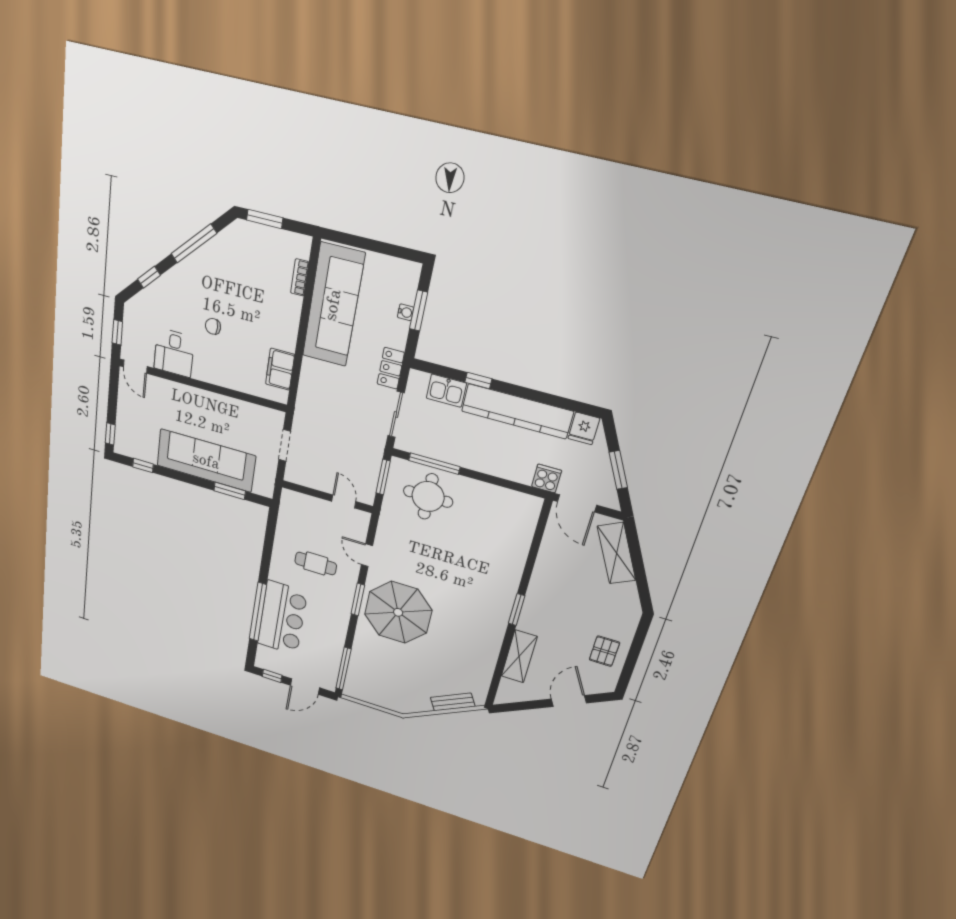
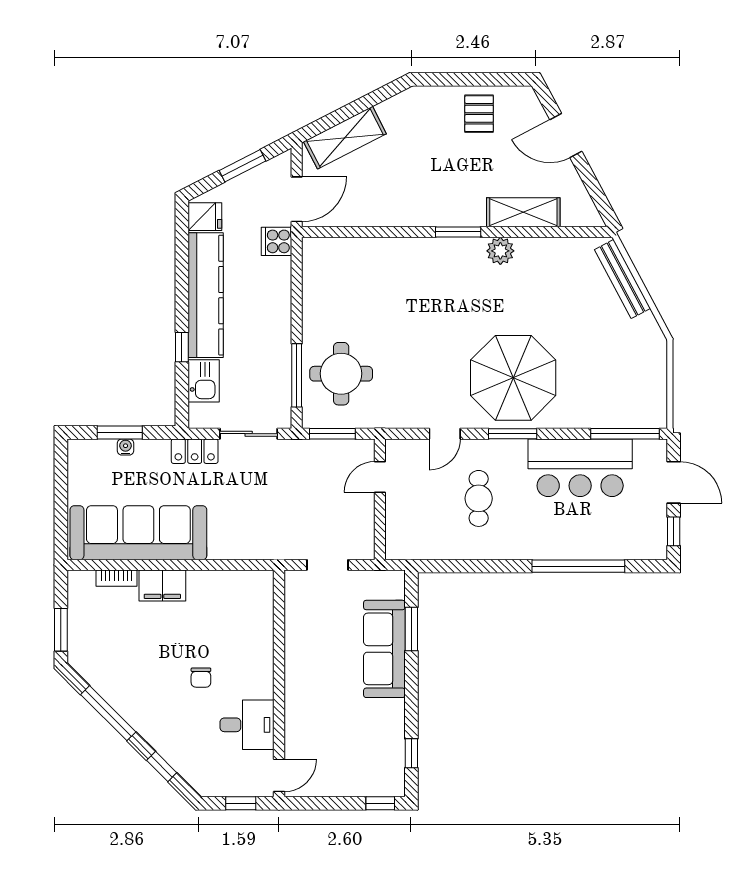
filing cabinet: (280, 369) -> (162, 585), moved
sofa: (206, 461) -> (384, 649), width x0.74, depth x0.79
bar counter: (282, 618) -> (580, 468), moved, turned 180
plant: (494, 633) -> (500, 251), added
pallet: (604, 651) -> (479, 114), turned 90
bench: (453, 702) -> (623, 279), width x1.36

